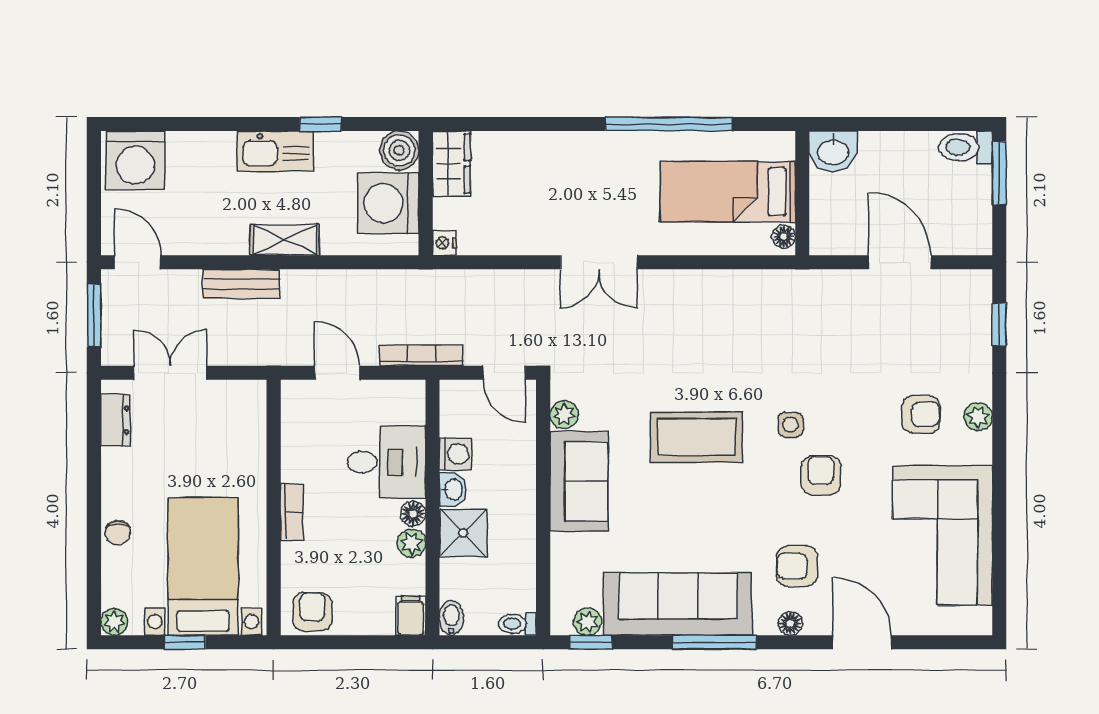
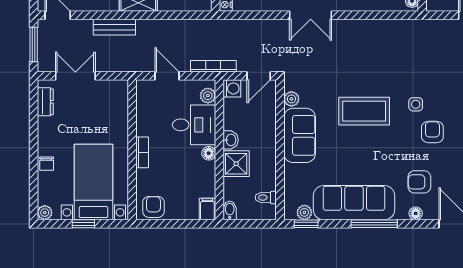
door: (504, 373) -> (259, 76), hinge flipped
washing machine: (455, 454) -> (232, 88), moved
plant: (412, 543) -> (208, 96), moved
toilet: (517, 624) -> (266, 198), moved

